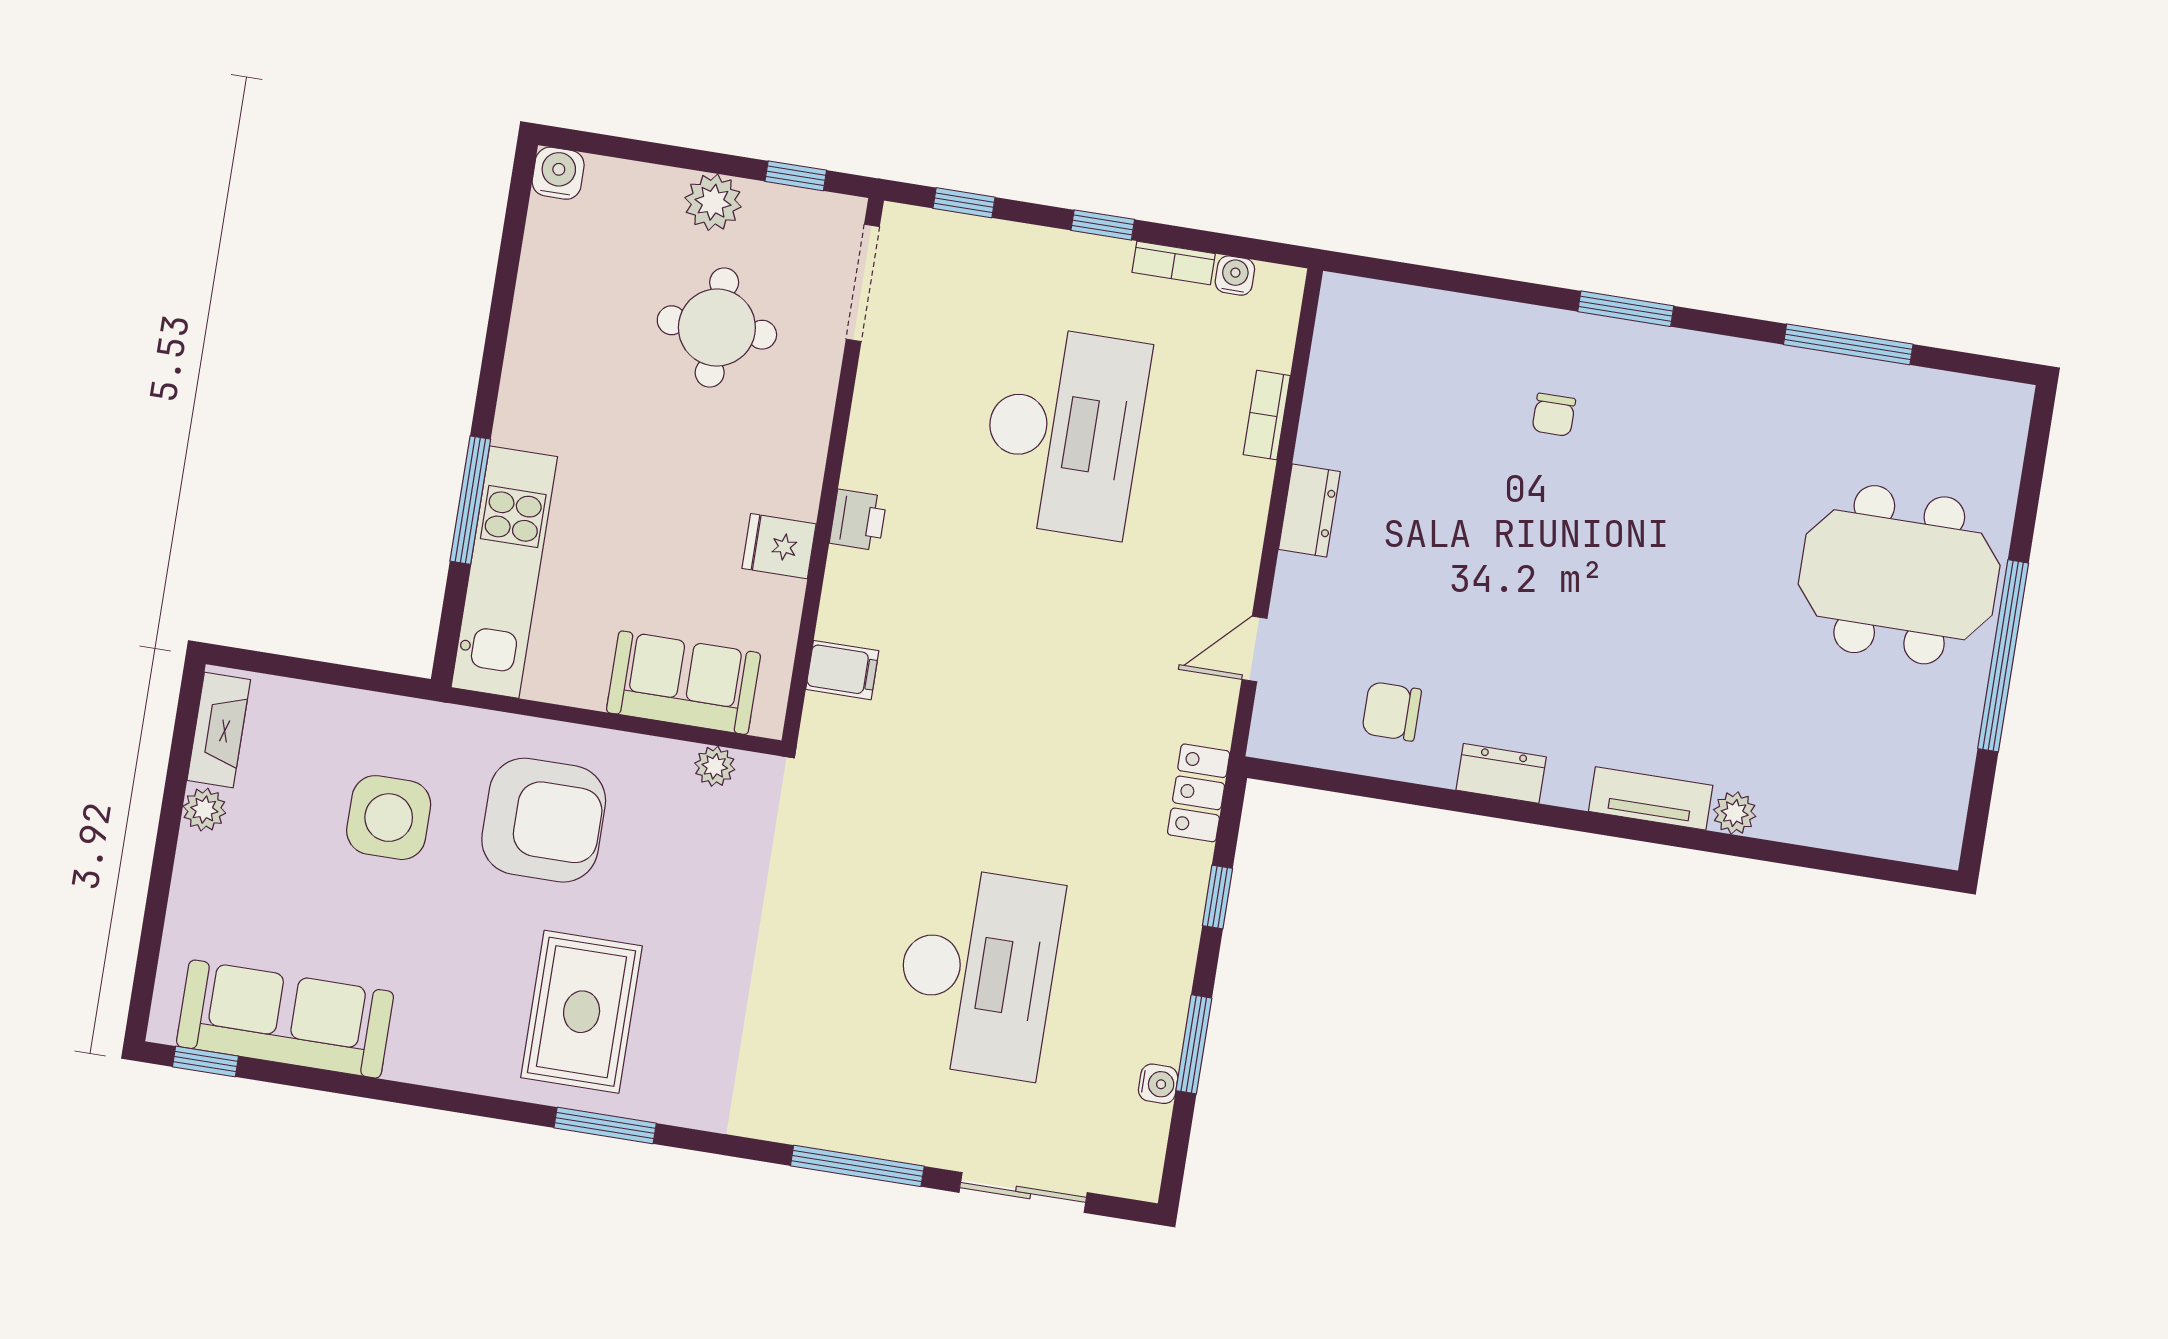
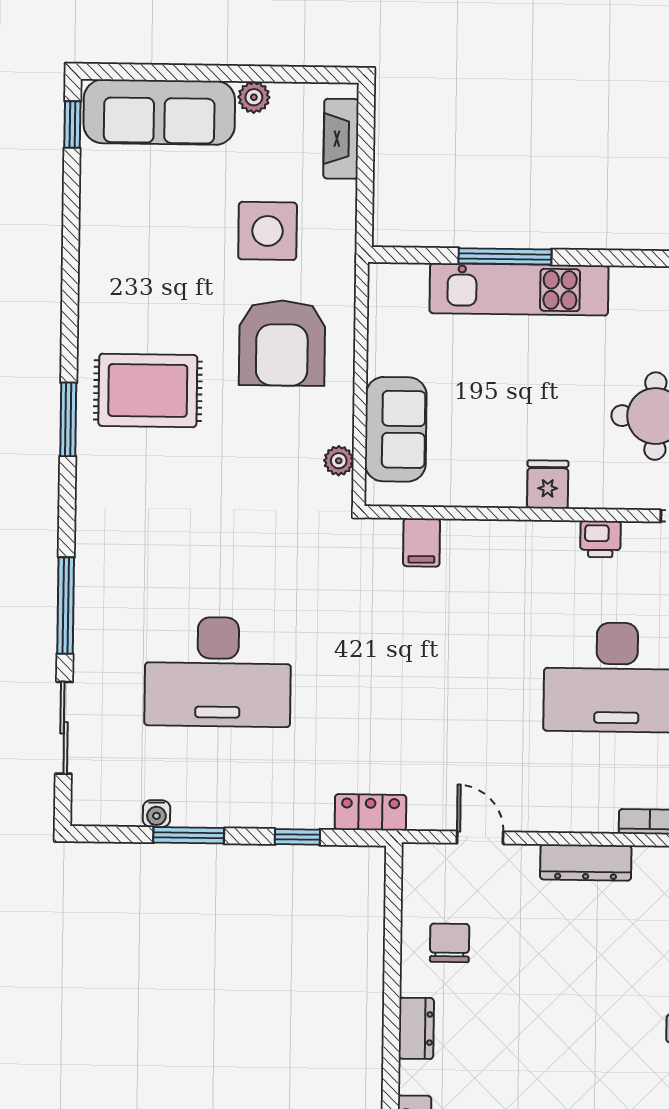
dresser: (1309, 510) -> (586, 862), width x1.44
printer: (858, 520) -> (600, 539), moved
fridge: (779, 546) -> (548, 484), moved
kitchen unit: (504, 572) -> (519, 289), moved
fireplace: (219, 730) -> (341, 139), moved, turned 90
sofa: (285, 1019) -> (159, 112), moved, turned 90

